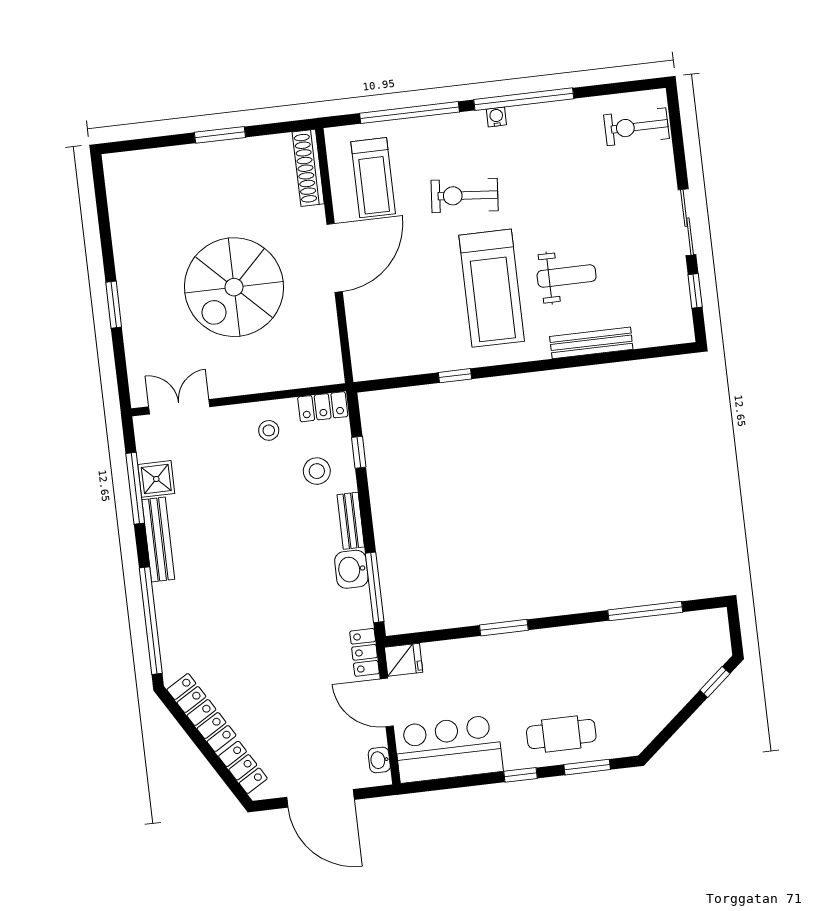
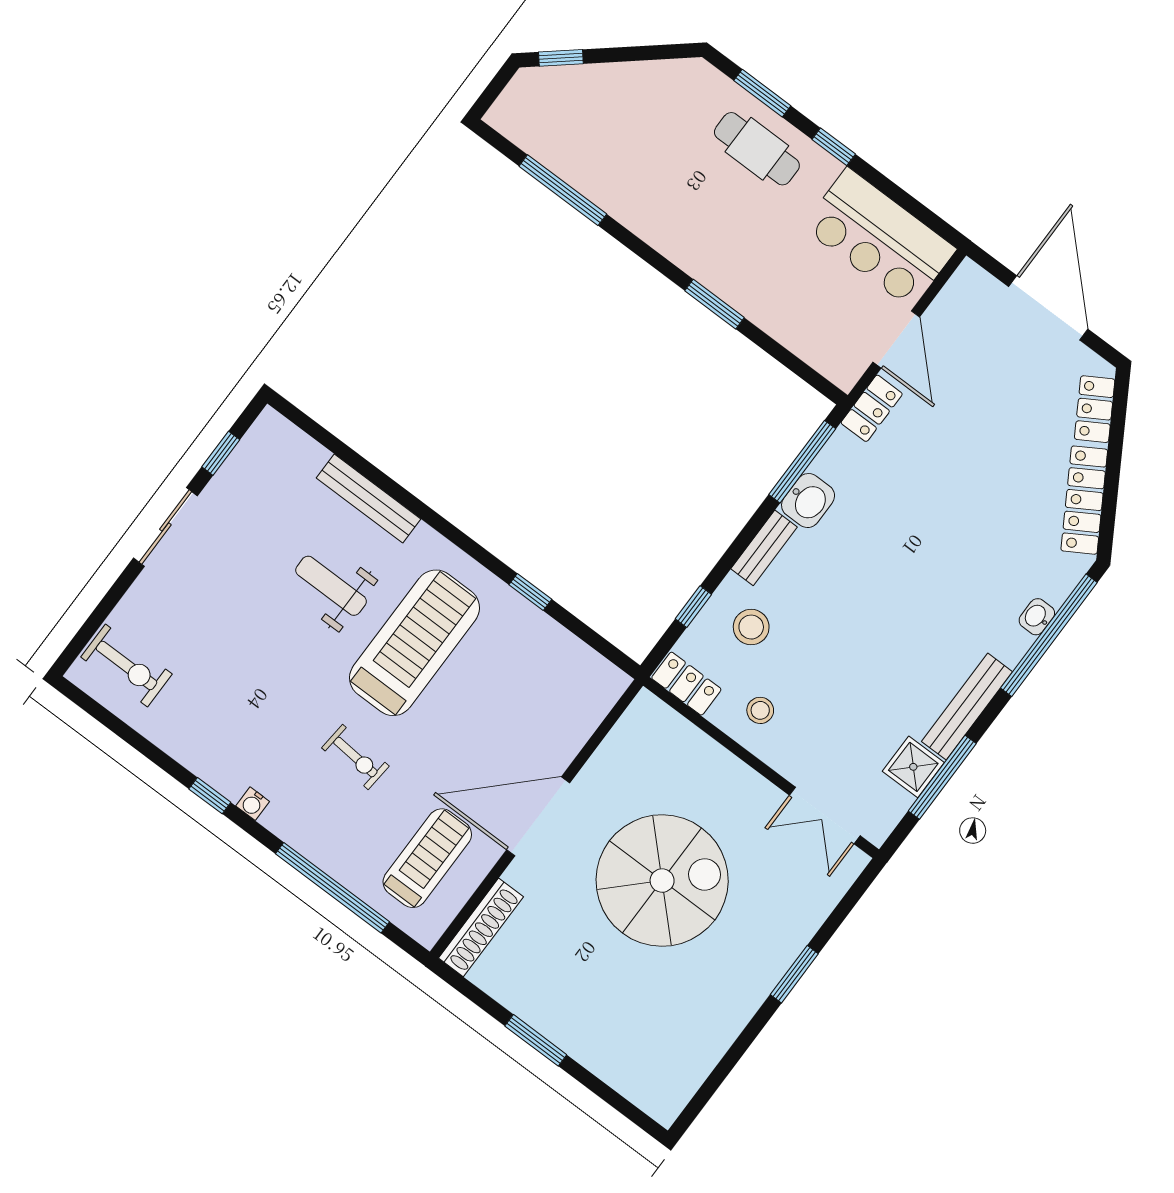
window: (524, 99) -> (210, 796), width x0.32
exercise bike: (465, 195) -> (355, 757), width x0.73, depth x0.72
fridge: (404, 660) -> (841, 365), removed
washbasin: (379, 760) -> (1037, 617), moved, turned 180

